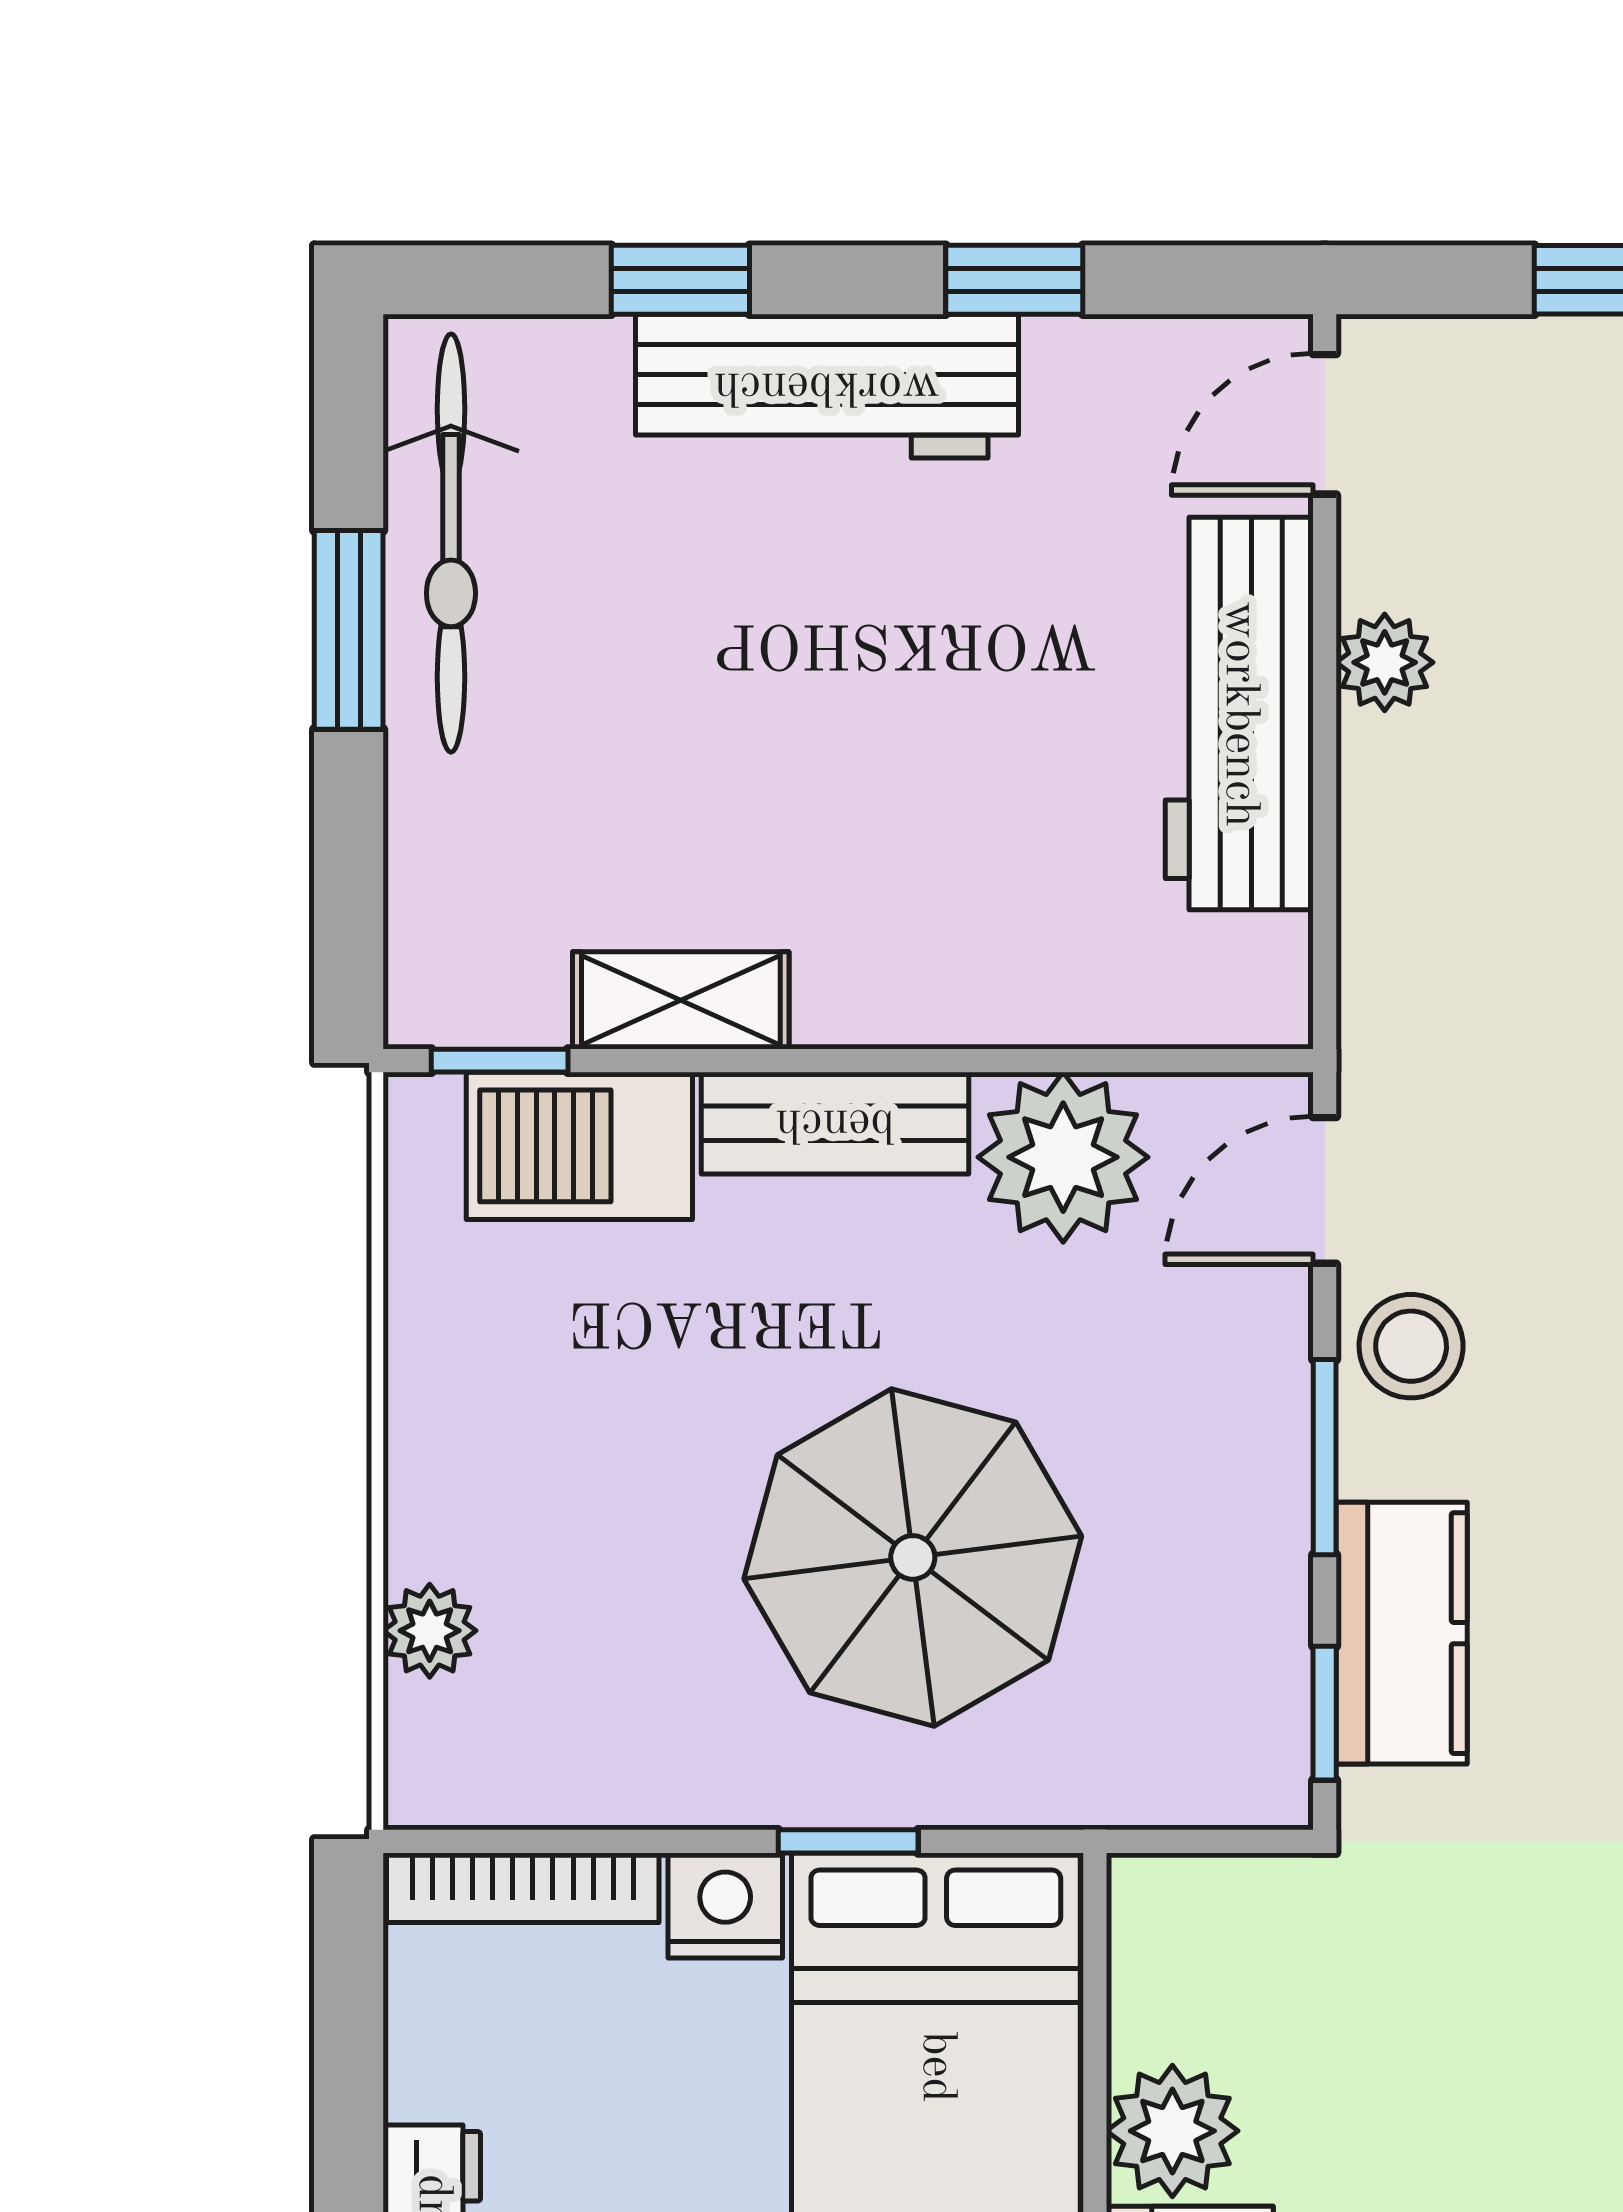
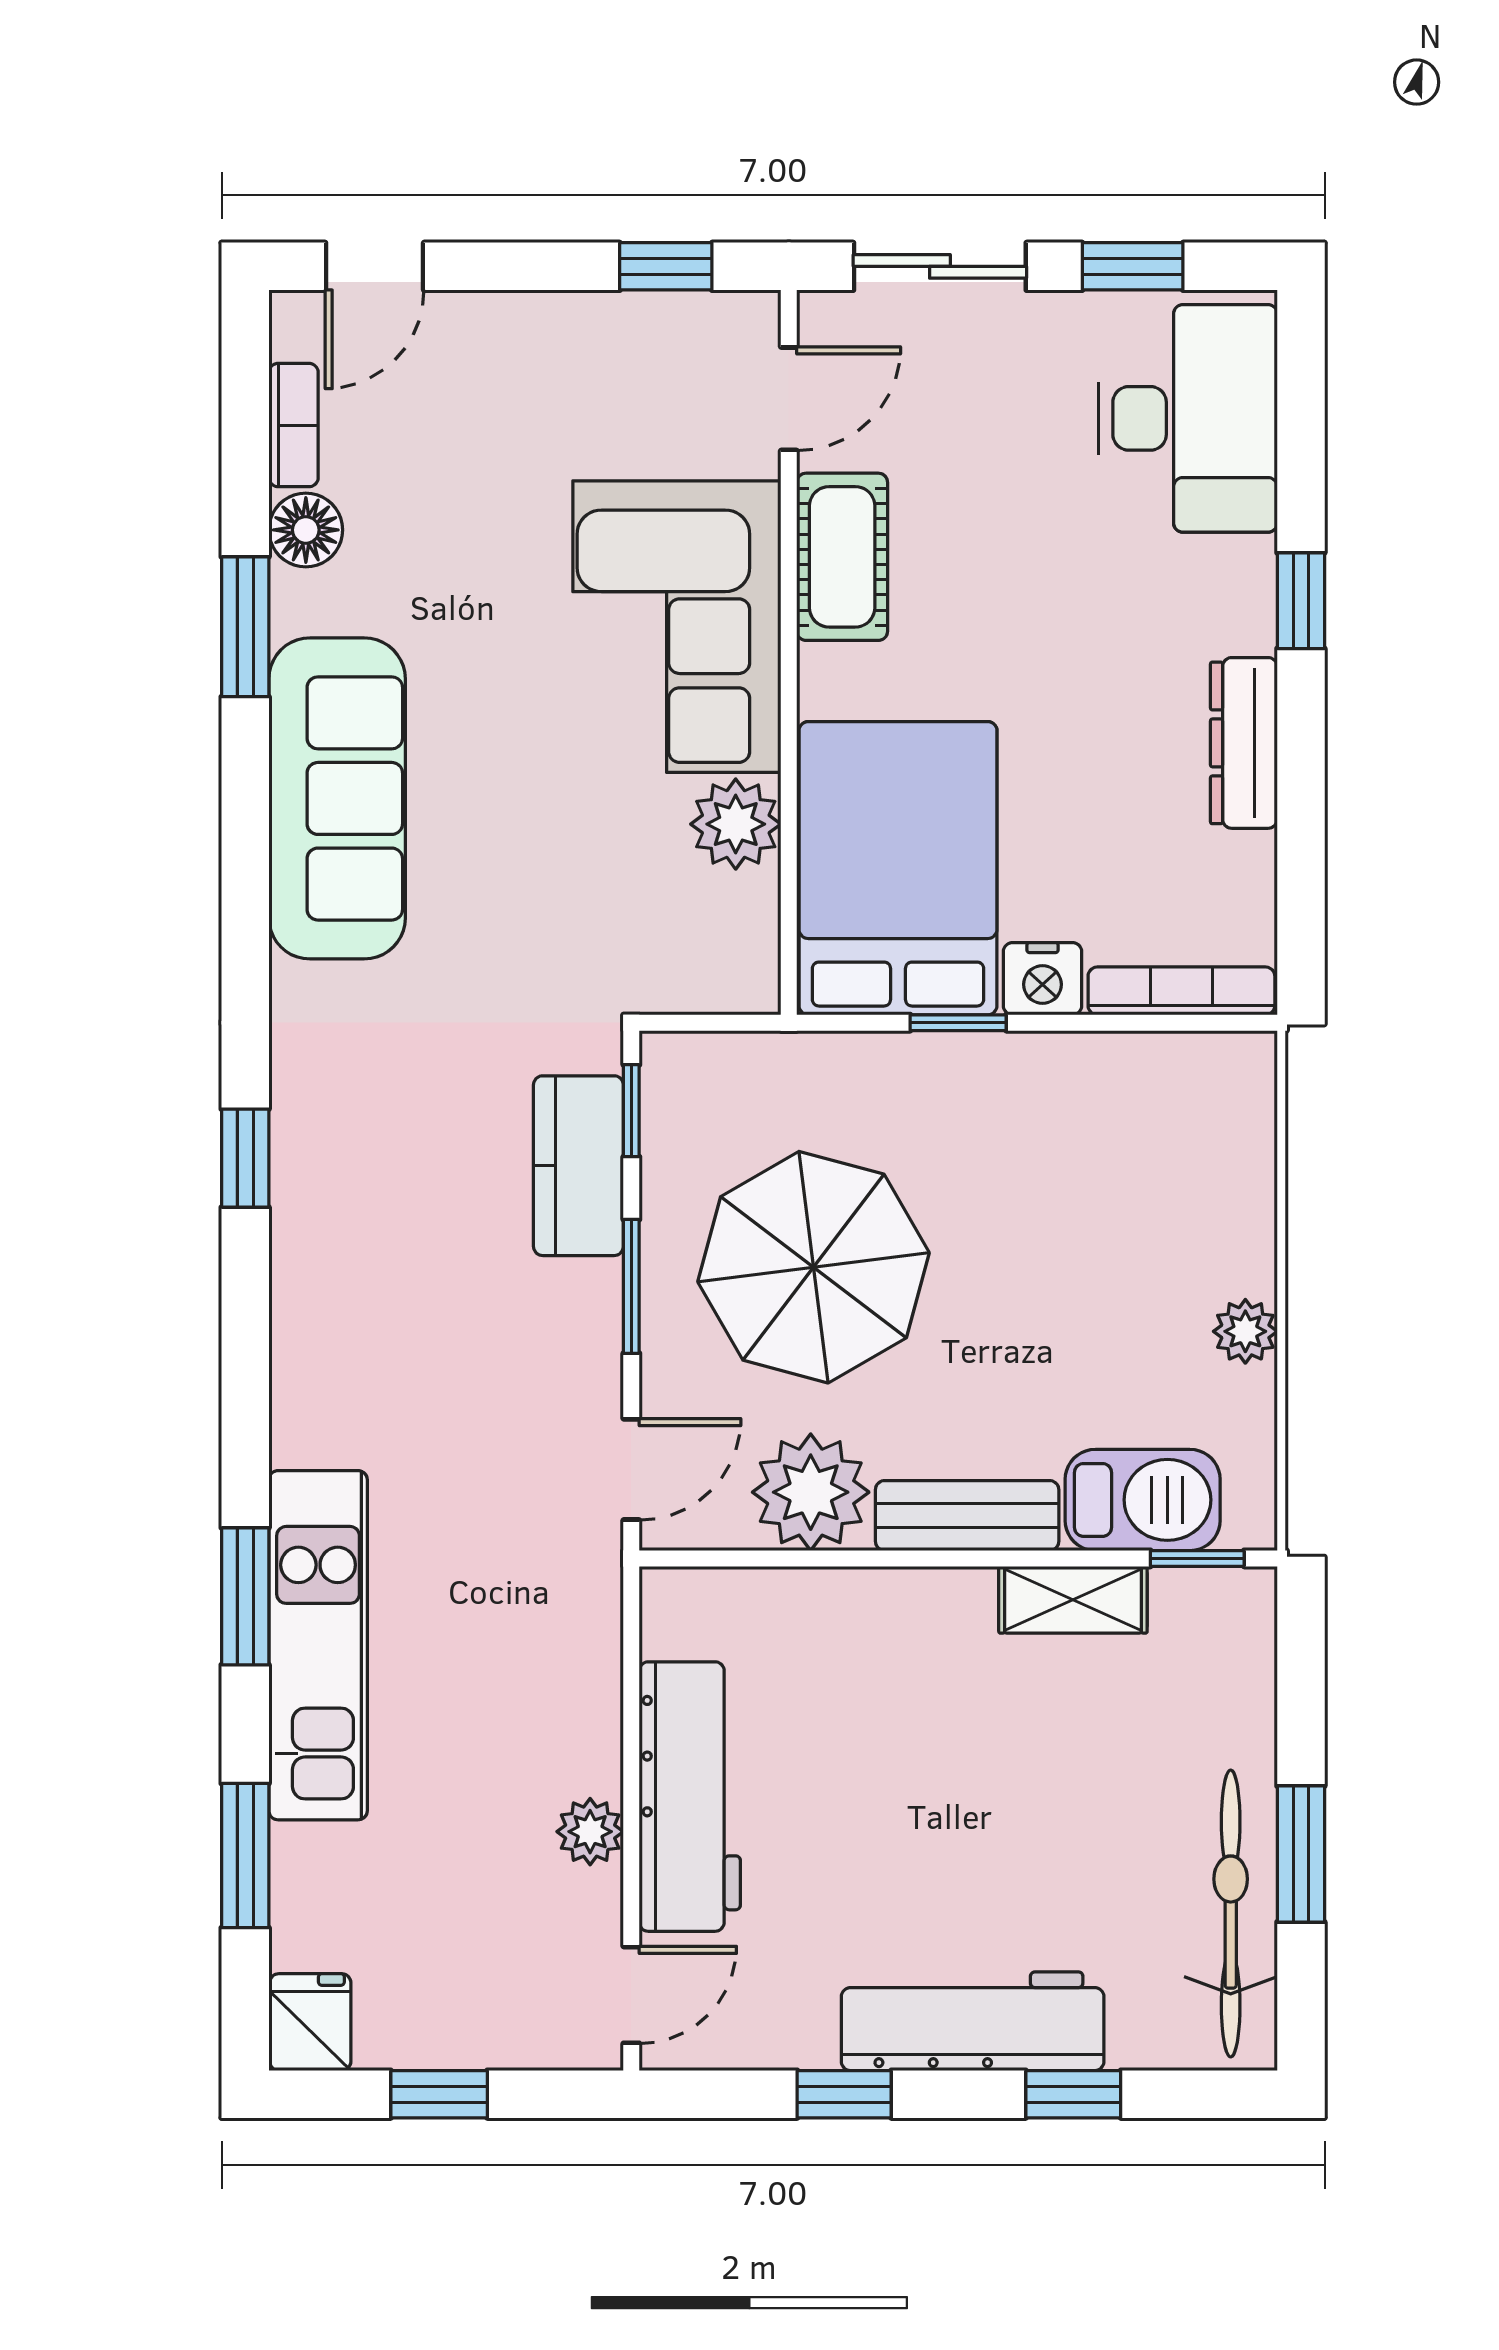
stool: (1411, 1346) -> (572, 1362), removed
parasol: (913, 1557) -> (813, 1267), moved
plant: (430, 1631) -> (1245, 1331), moved

